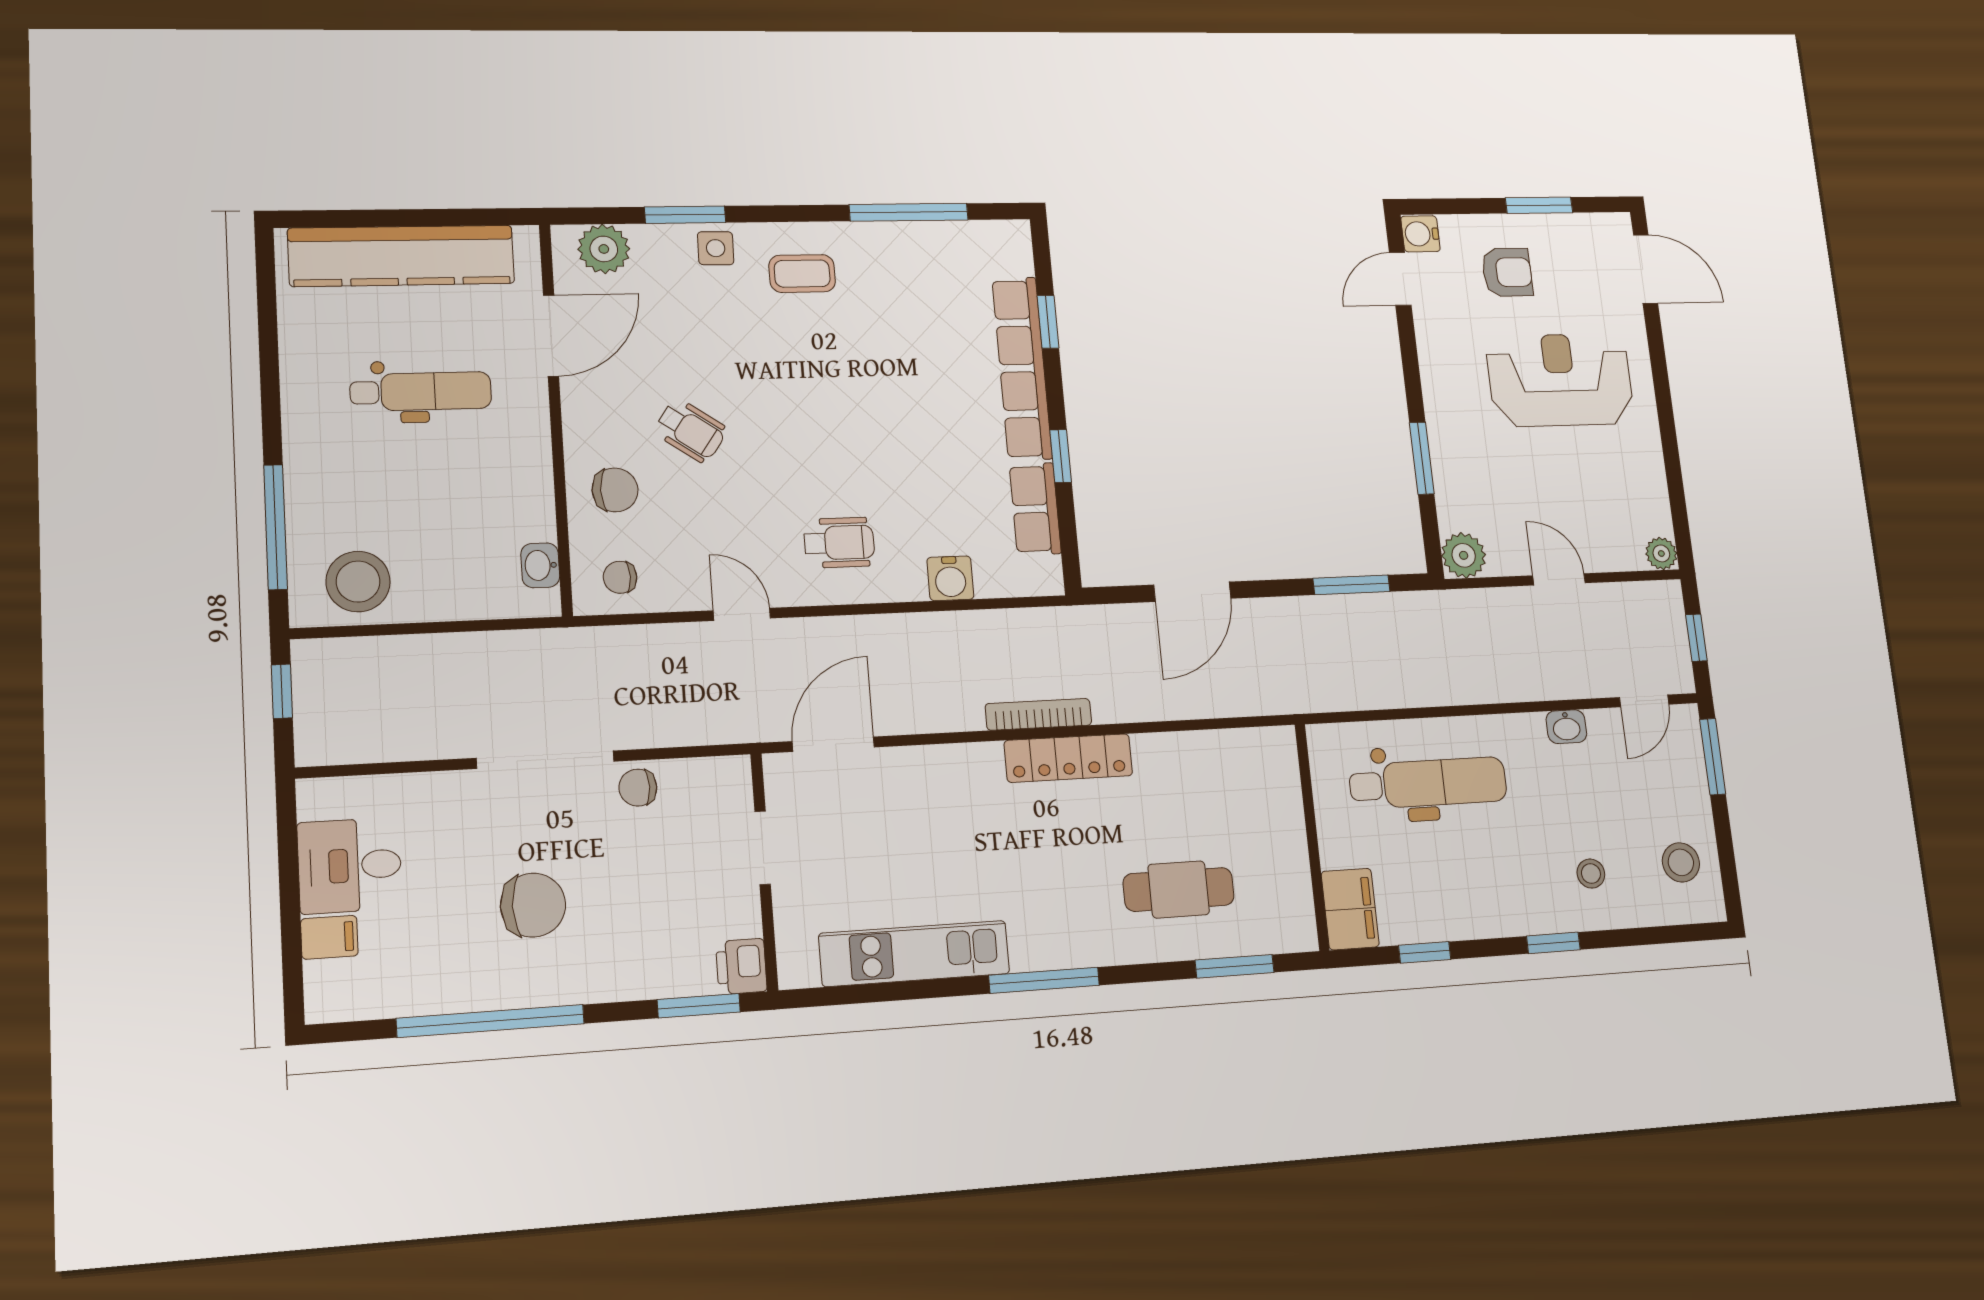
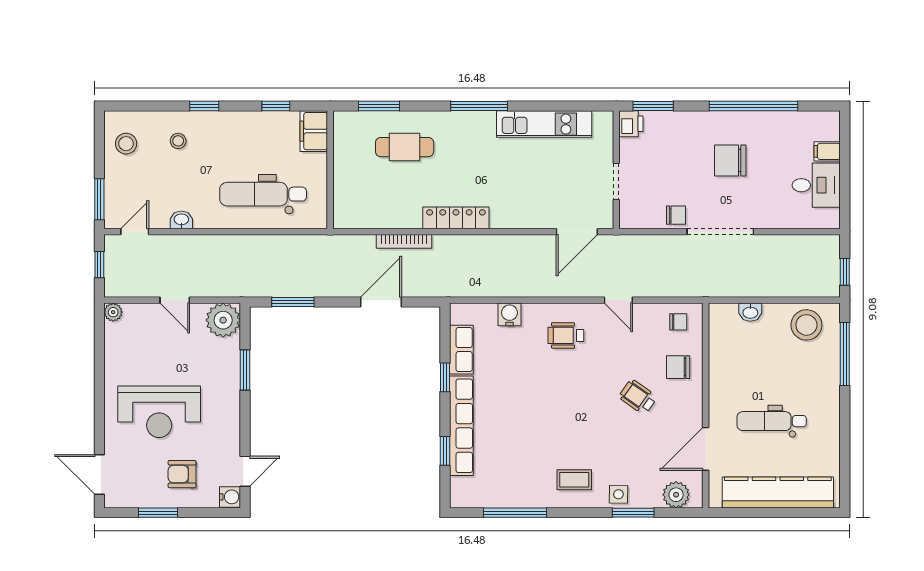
plant: (1464, 555) -> (223, 320), width x1.36, depth x1.36
washbasin: (540, 565) -> (750, 312), moved, turned 90
bookcase: (1038, 714) -> (404, 241), moved

